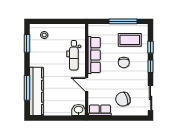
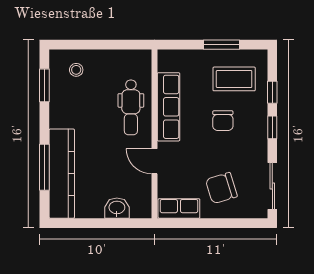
window: (123, 21) -> (221, 45), width x0.69
washbasin: (79, 110) -> (117, 208), moved

